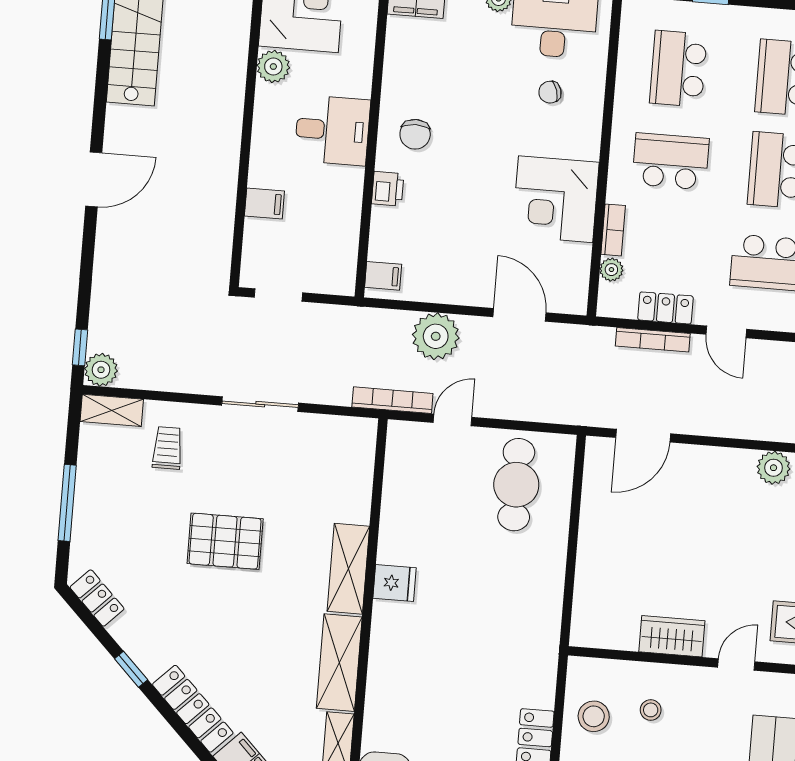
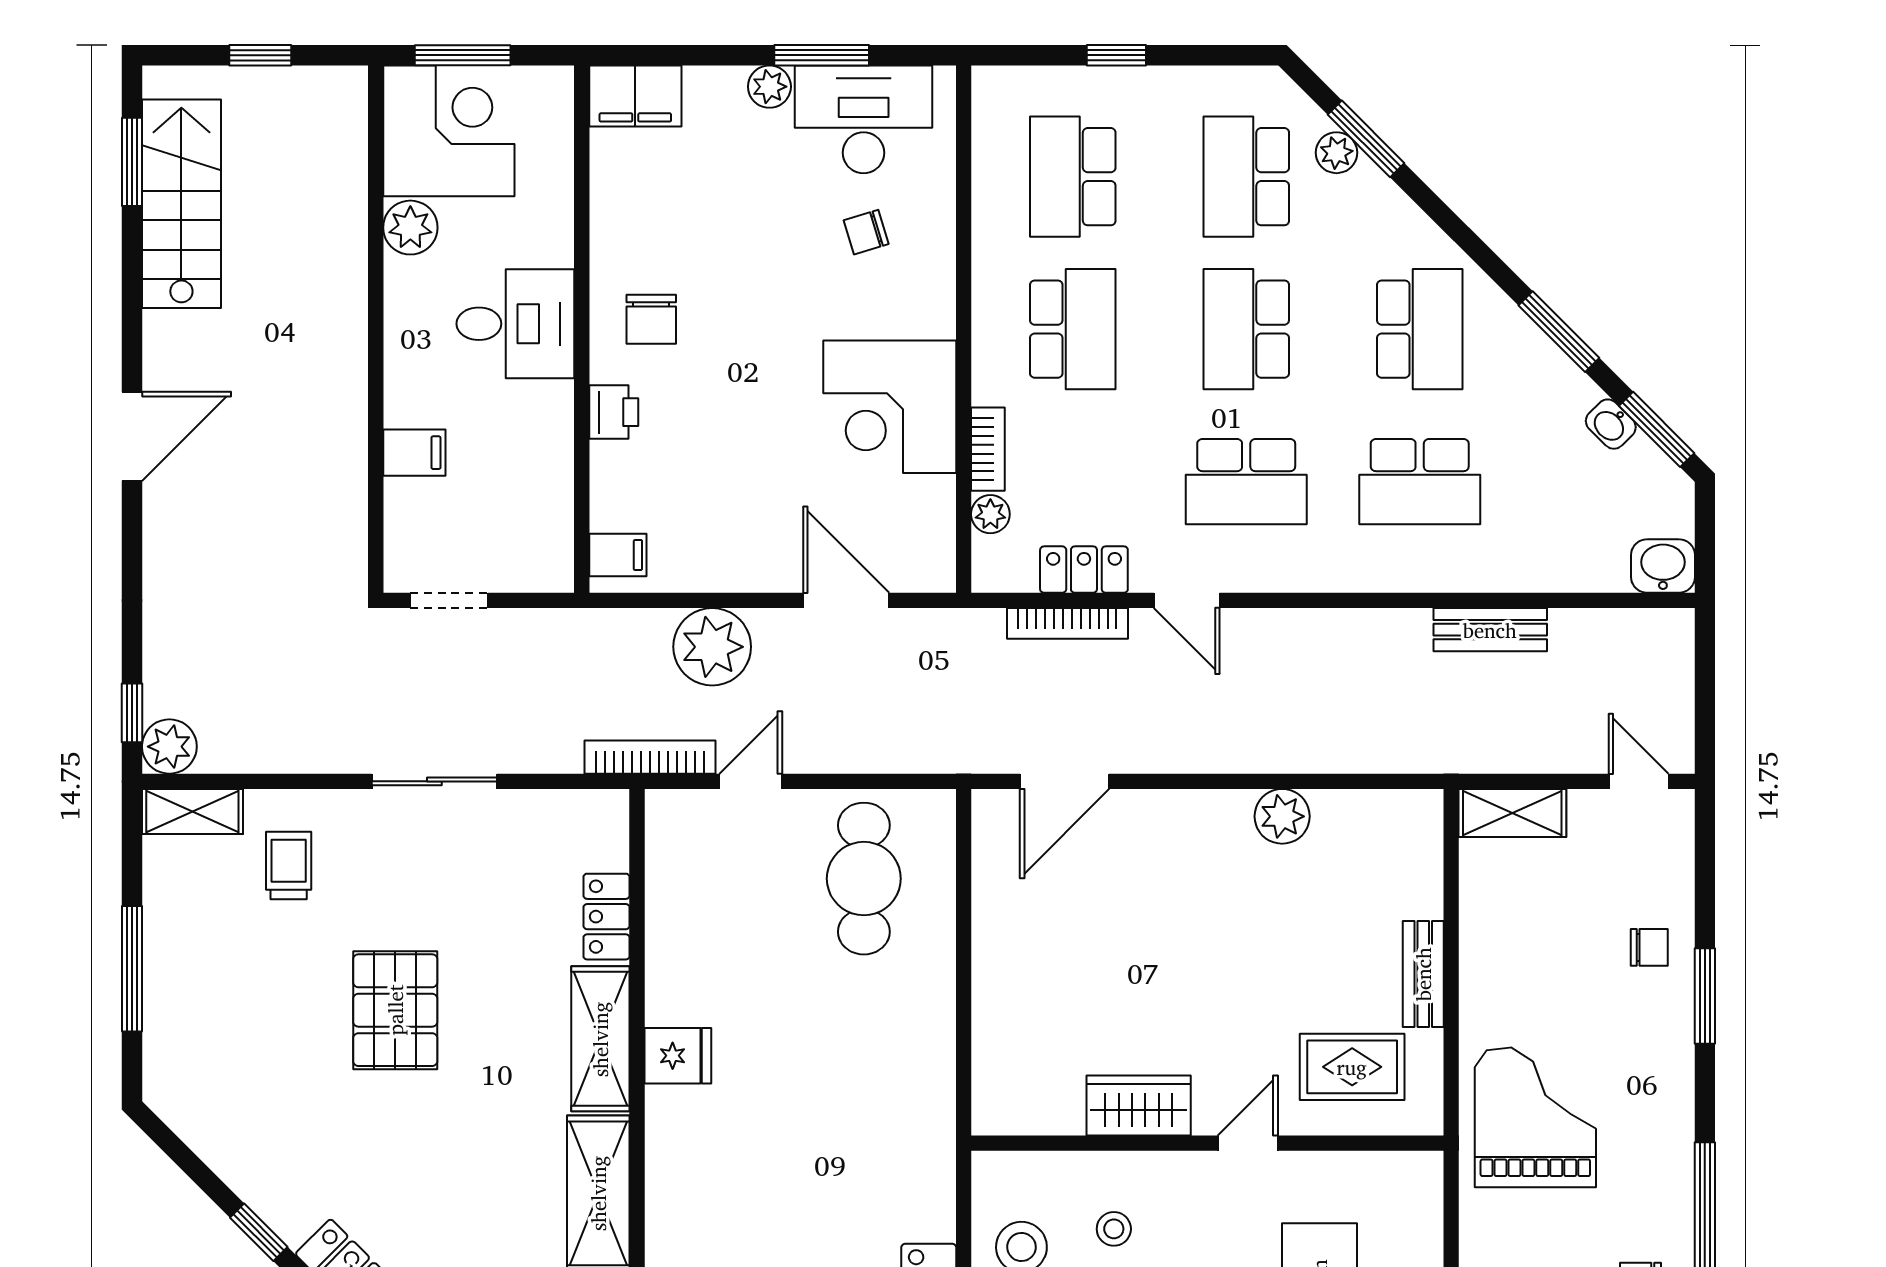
school desk: (671, 161) -> (1073, 329), turned 90
pallet: (225, 541) -> (395, 1010), turned 90
locker: (97, 598) -> (607, 917), moved, turned -135

